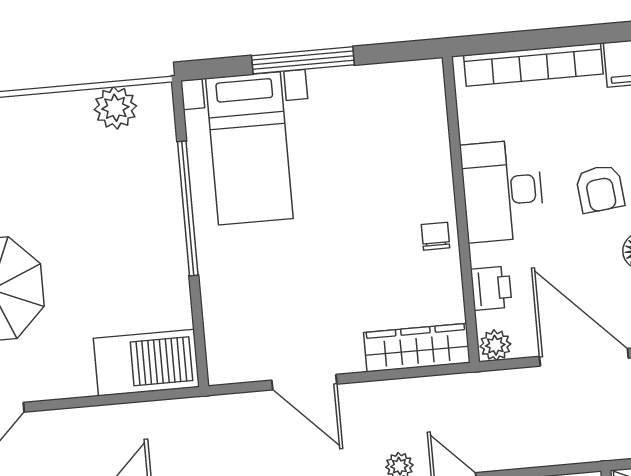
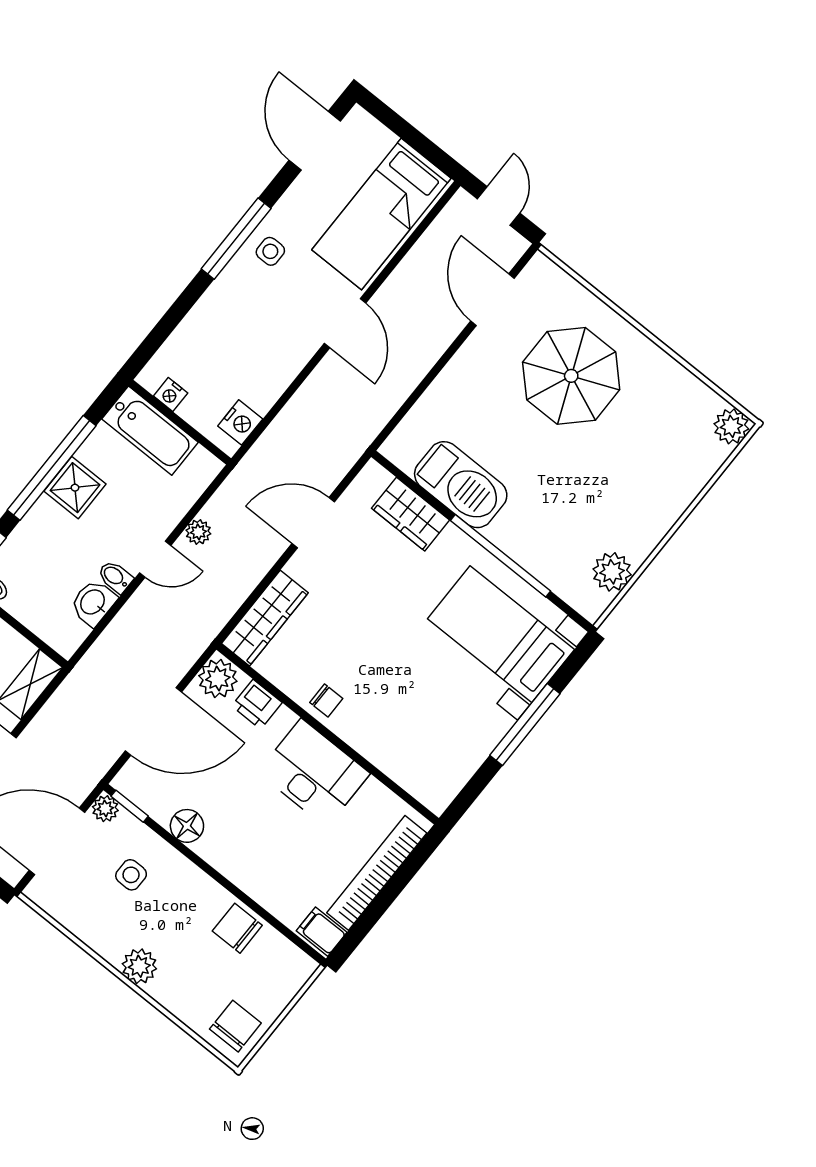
armchair: (600, 189) -> (254, 838), removed
wardrobe: (223, 311) -> (411, 514), added
plant: (495, 345) -> (218, 679), width x1.38, depth x1.38
barbecue: (146, 363) -> (461, 485), moved, turned -90

